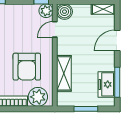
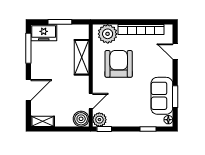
freezer: (106, 84) -> (44, 33), moved, turned 90

